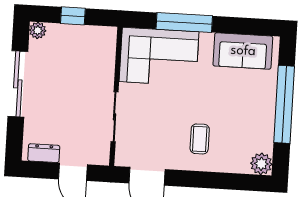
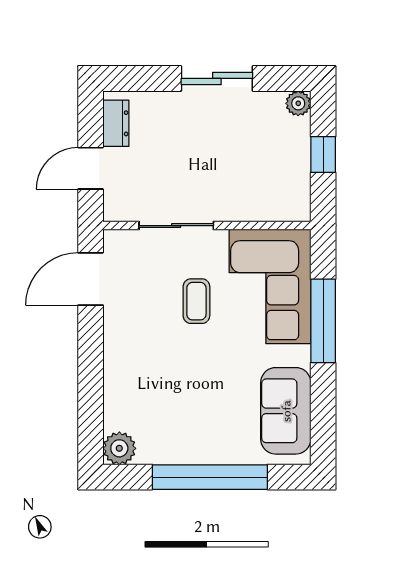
sliding door: (18, 84) -> (217, 78), width x0.73
coffee table: (200, 139) -> (196, 301), moved, turned 90

